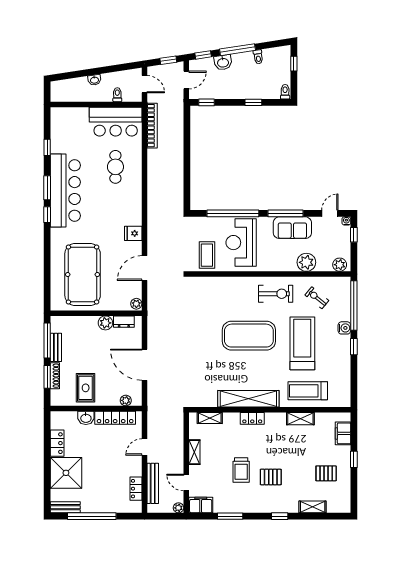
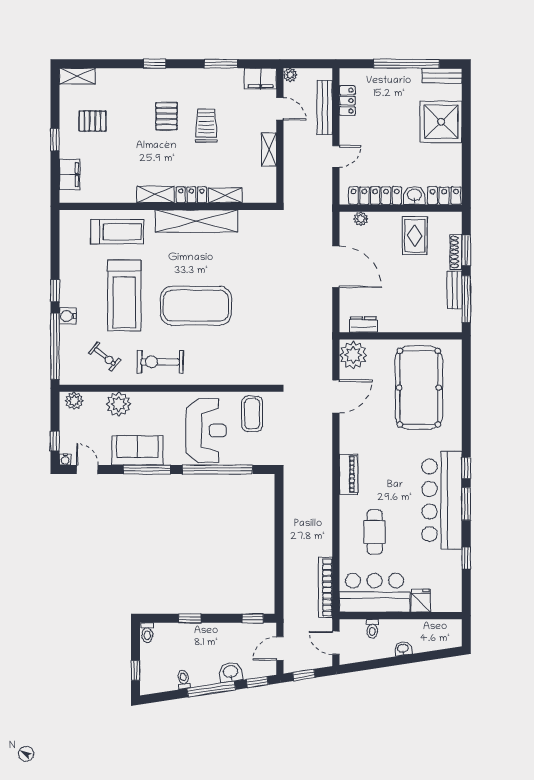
piano: (135, 210) -> (348, 474), added
door: (330, 213) -> (87, 470), swing flipped
fridge: (133, 233) -> (421, 601), moved, turned -90
plant: (136, 304) -> (353, 355), width x1.88, depth x1.88
plant: (105, 323) -> (388, 323), removed
shelving: (210, 418) -> (225, 195), moved
shelving: (300, 419) -> (156, 194), moved
locker: (57, 443) -> (444, 196), moved, turned 90
pallet: (271, 477) -> (167, 116), turned 90
shelving: (313, 507) -> (77, 76), moved

